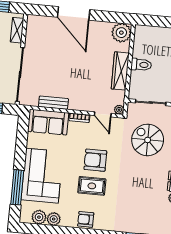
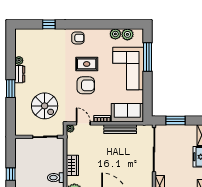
toilet: (141, 65) -> (56, 178), moved
wardrobe: (120, 71) -> (72, 165), width x0.67
bench: (53, 103) -> (120, 129), width x1.36
armchair: (86, 219) -> (78, 38), moved

